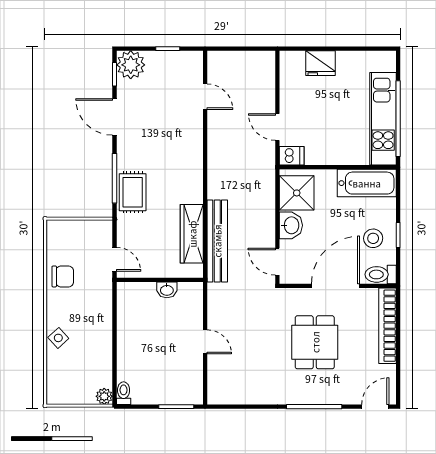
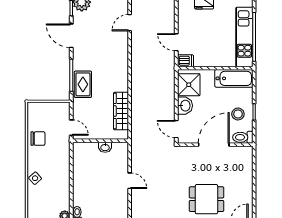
door: (205, 97) -> (130, 23), swing flipped
bench: (217, 241) -> (137, 116), removed
bookcase: (388, 326) -> (247, 170), removed
dining table: (315, 342) -> (206, 199), moved, turned 90

